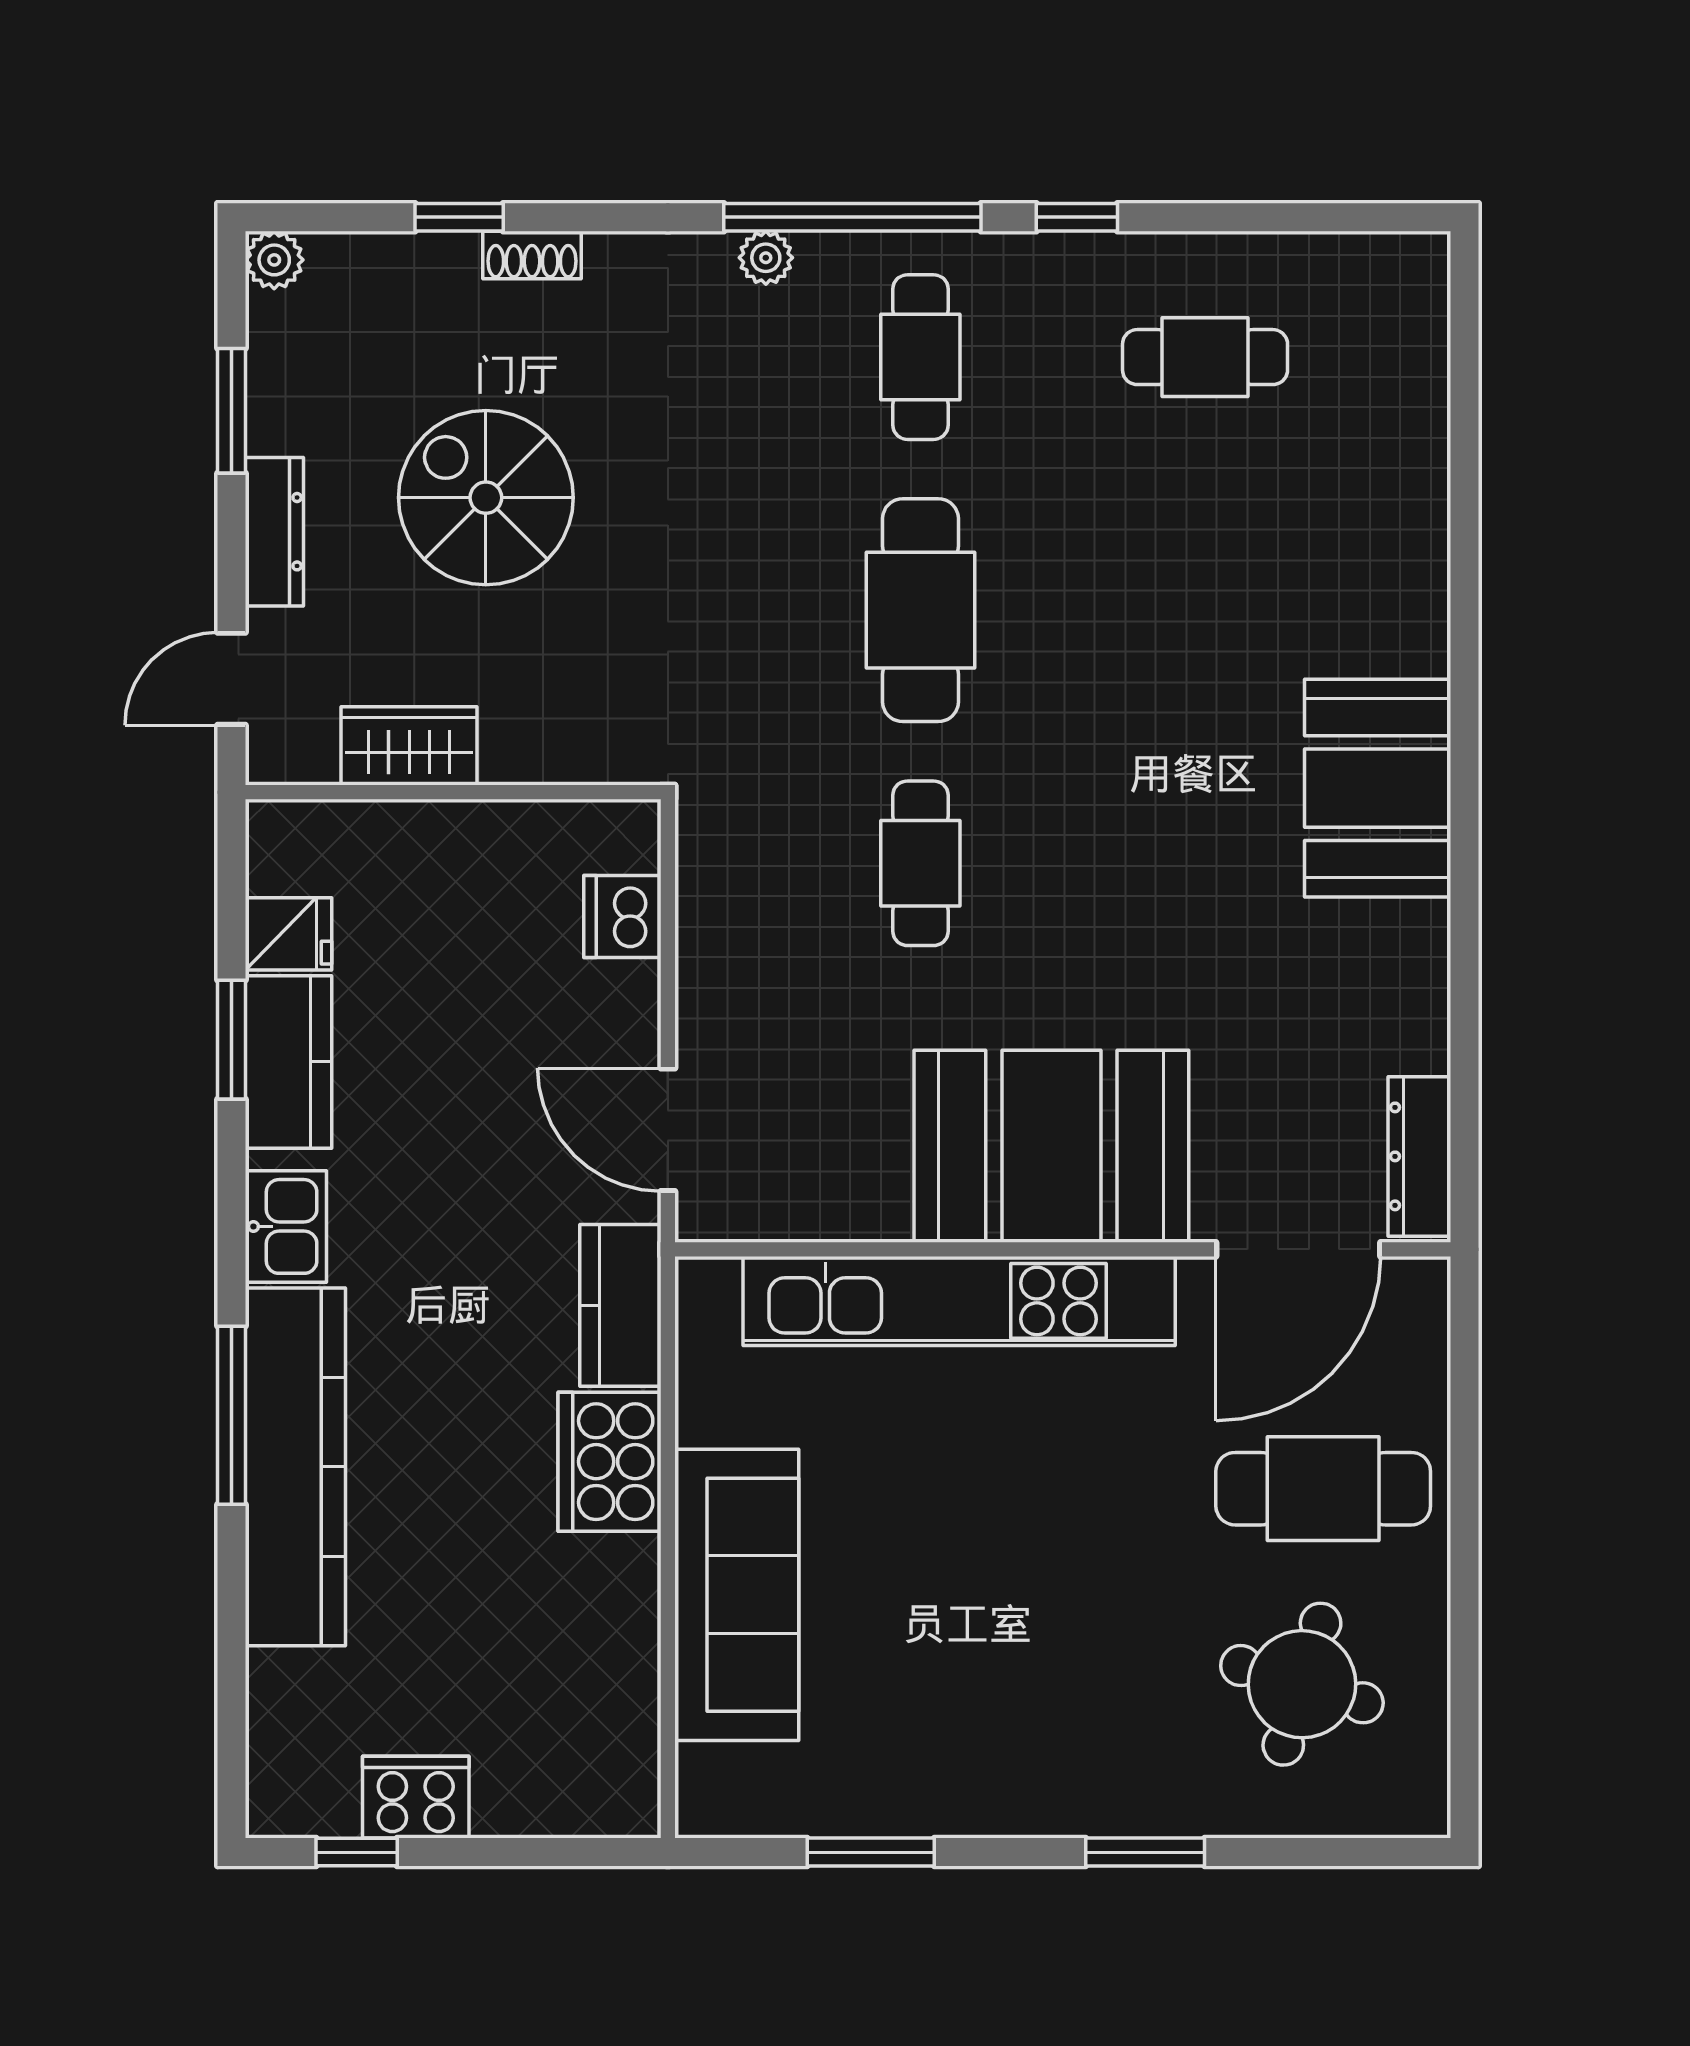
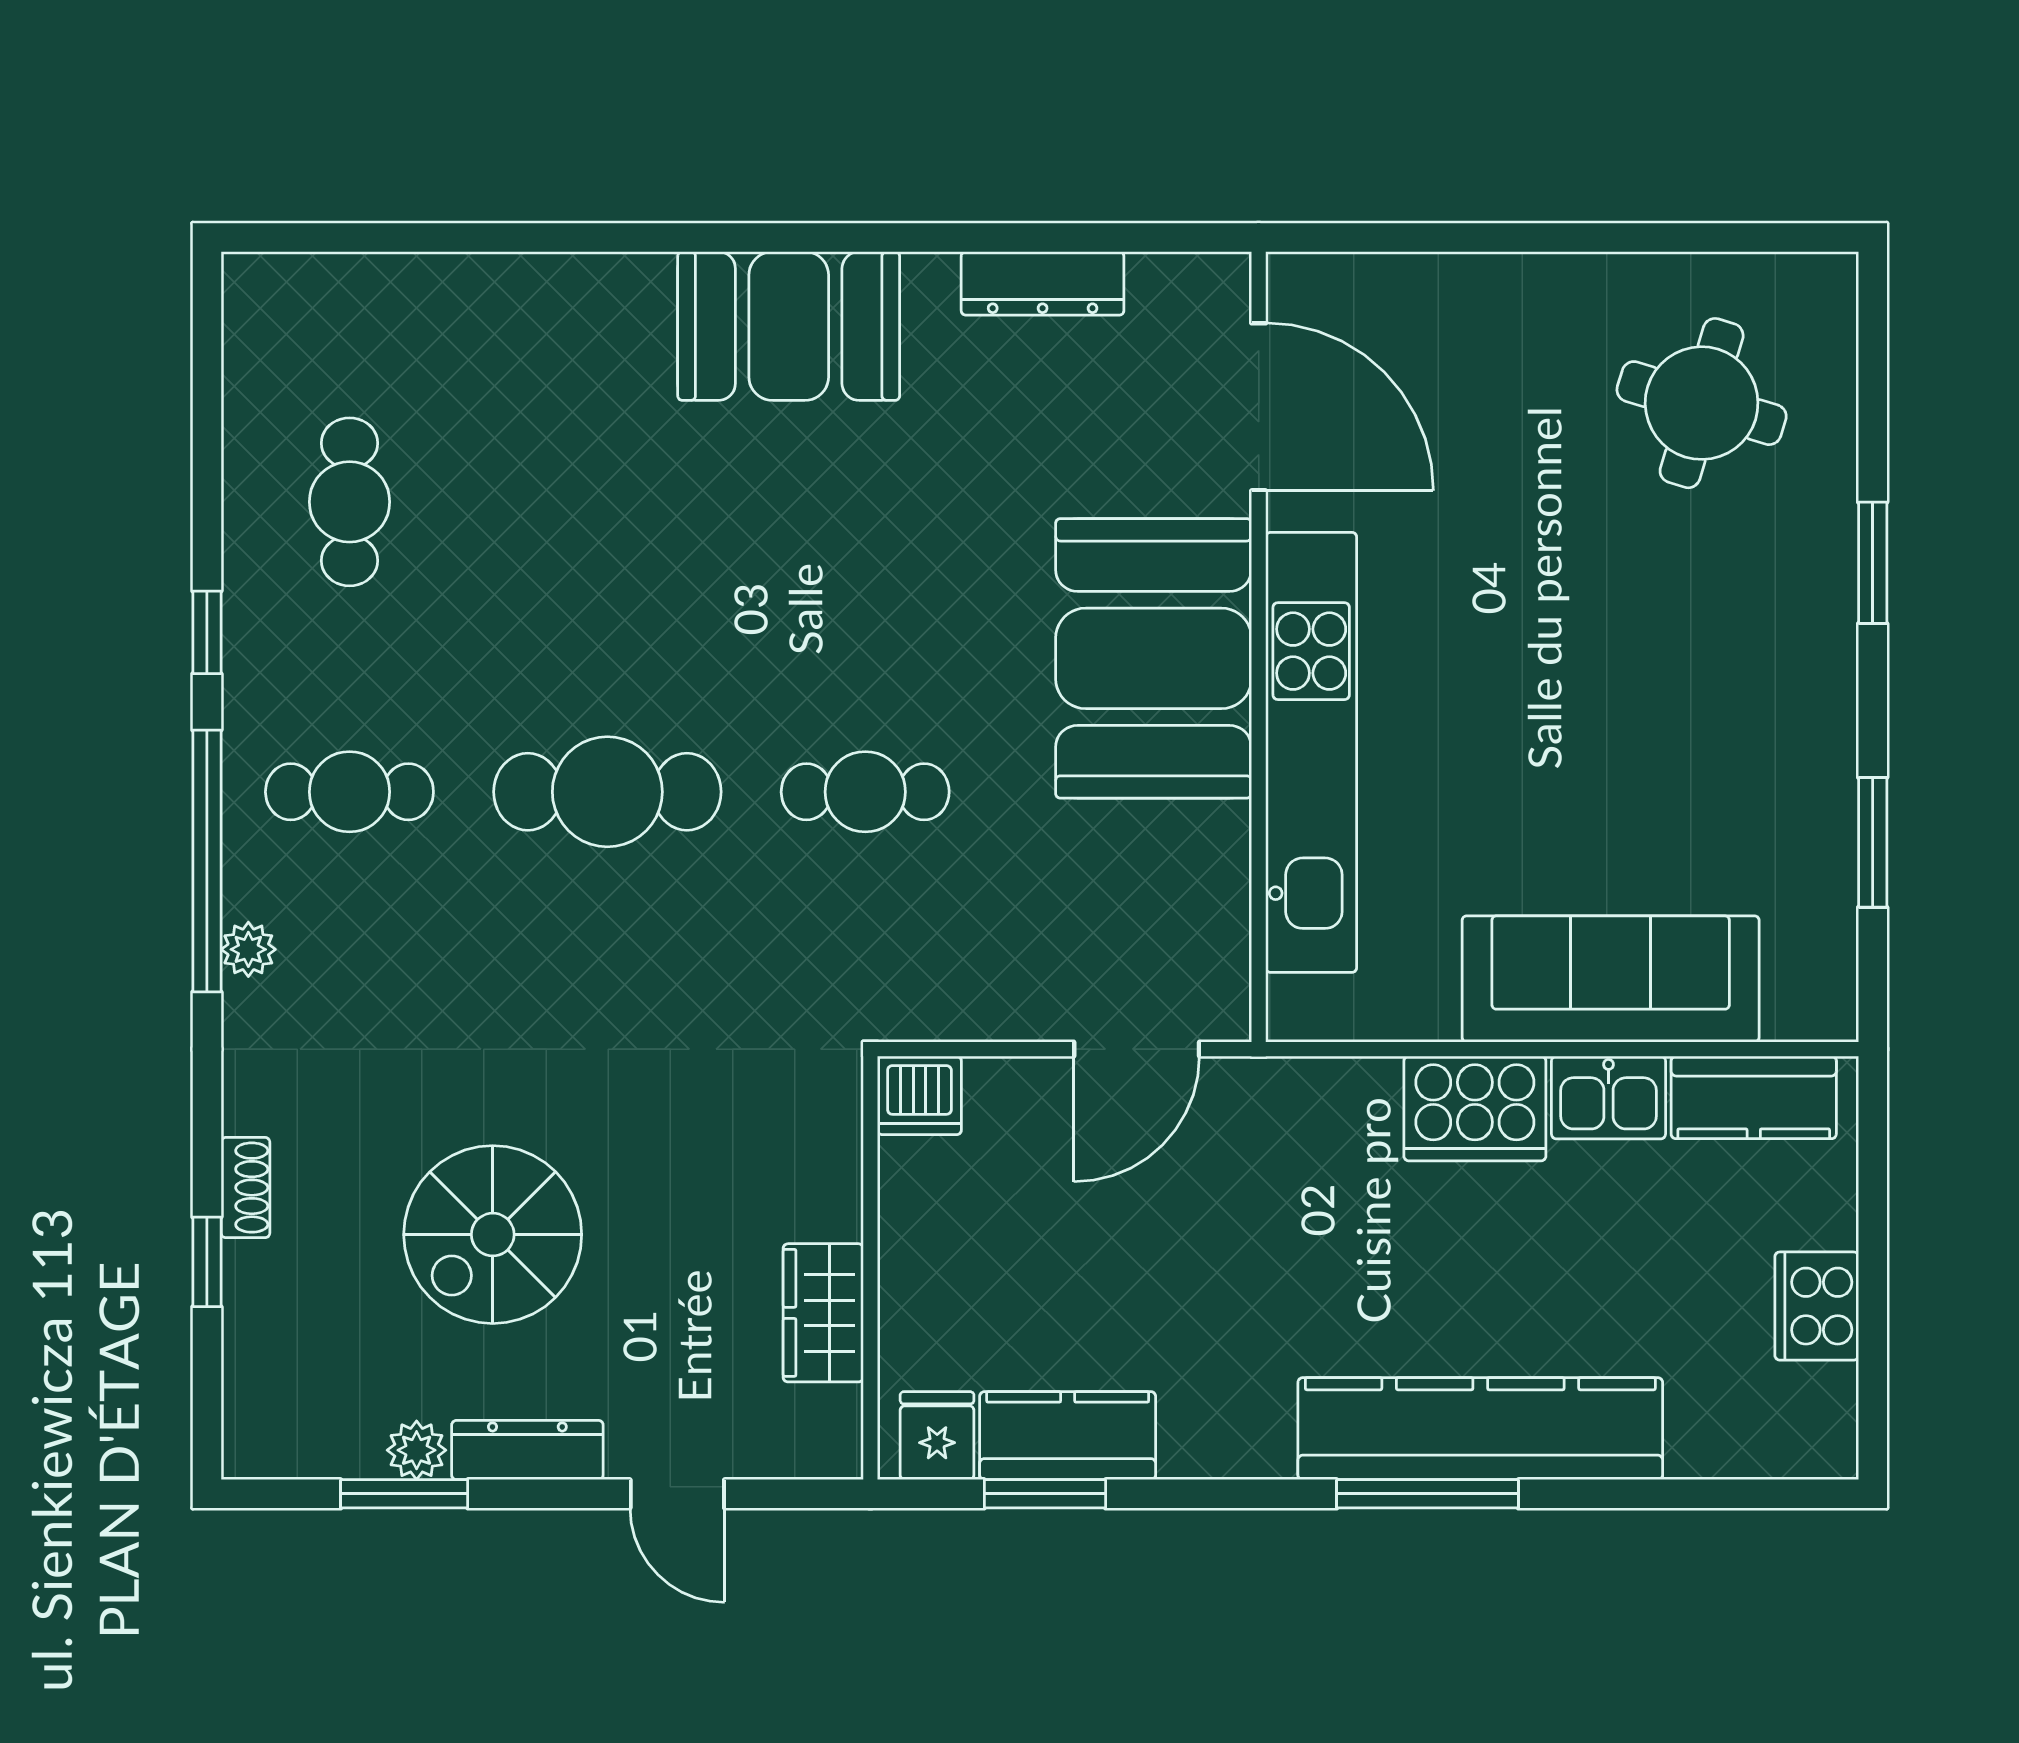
plant: (274, 260) -> (417, 1450), moved
wardrobe: (409, 746) -> (823, 1313), moved
wall: (453, 792) -> (870, 1268), moved
dresser: (1419, 1156) -> (1043, 283), moved
kitchen sink: (286, 1226) -> (1608, 1098), moved, turned 180
kitchen counter: (620, 1305) -> (1754, 1097), moved
cafe table: (1323, 1489) -> (1502, 381), removed
window: (357, 1852) -> (1873, 1366), removed

